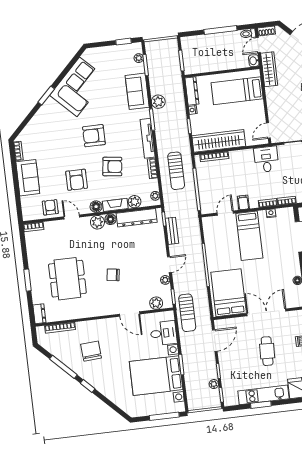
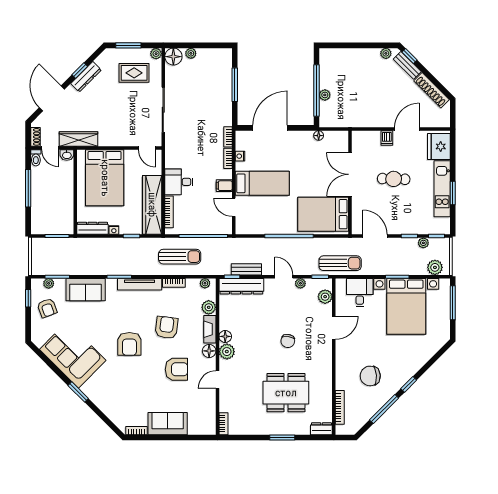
bed: (237, 91) -> (105, 178), width x1.50
plant: (158, 102) -> (435, 267), moved
desk: (266, 159) -> (179, 182), moved
armchair: (50, 207) -> (47, 308), moved, turned -110
dresser: (137, 218) -> (241, 286), moved, turned 90

